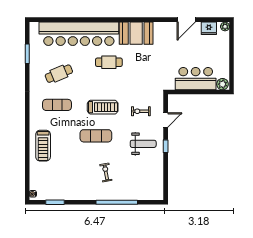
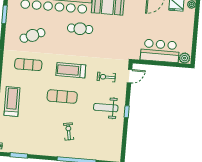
treadmill: (103, 107) -> (71, 70), turned 180
door: (166, 120) -> (130, 76), moved
weight bench: (143, 144) -> (106, 108), turned 180
treadmill: (43, 146) -> (12, 102), turned 180

